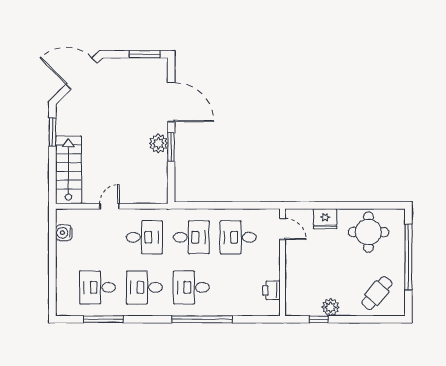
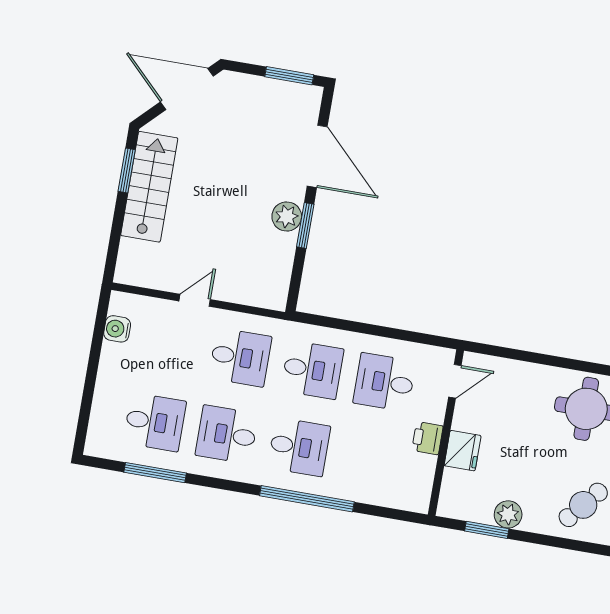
stairs: (68, 170) -> (149, 187), moved
fridge: (325, 219) -> (463, 451), moved, turned -90
door: (282, 229) -> (455, 381), hinge flipped
desk: (98, 287) -> (155, 422), turned 180
desk: (191, 287) -> (299, 447), turned 180
printer: (271, 290) -> (427, 438), moved
window: (319, 319) -> (487, 530), width x1.50

